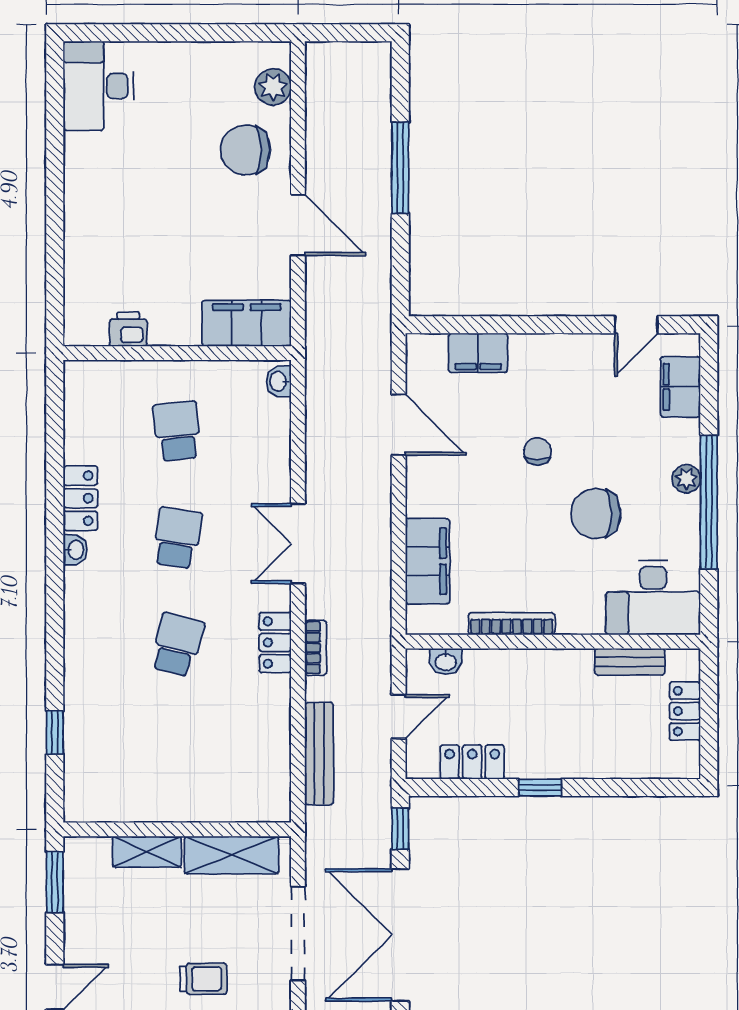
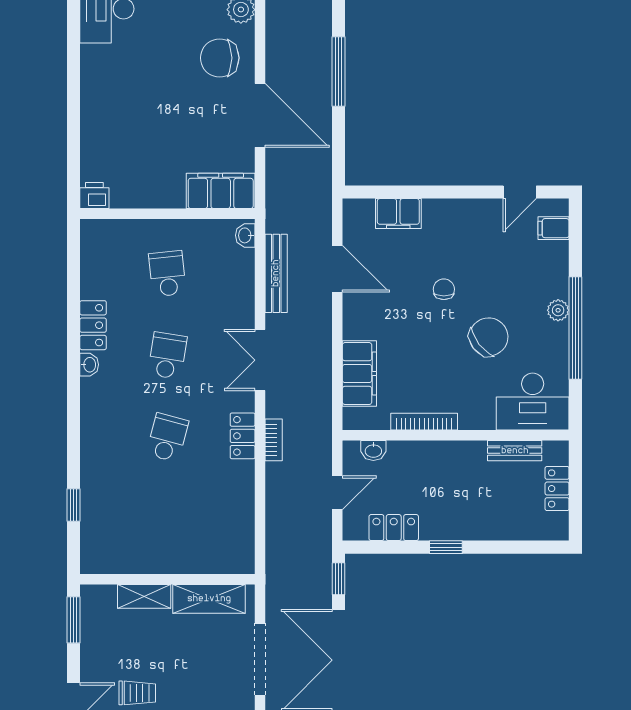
door: (298, 225) -> (260, 115), width x1.36
printer: (128, 329) -> (94, 196), moved
filing cabinet: (680, 387) -> (553, 228), width x0.50
chair: (596, 514) -> (489, 337), turned 142
bench: (319, 754) -> (276, 273), moved
trolley: (203, 979) -> (137, 693), moved

